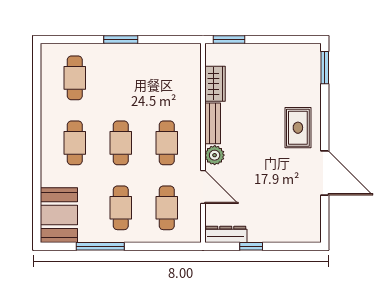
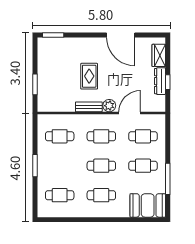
window: (229, 39) -> (35, 84), moved
cafe table: (167, 78) -> (60, 136), added
wardrobe: (215, 84) -> (159, 55), moved, turned -90
rug: (298, 128) -> (89, 76), moved, turned 90
door: (325, 173) -> (121, 35), swing flipped
dresser: (226, 234) -> (160, 81), moved

